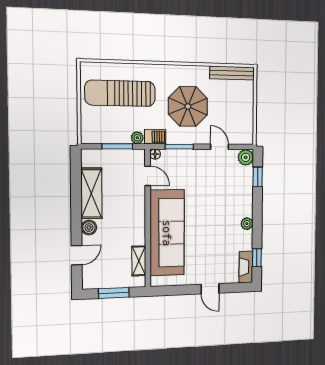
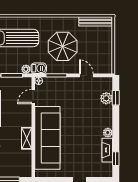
plant: (246, 157) -> (106, 98), moved
door: (148, 176) -> (33, 96), swing flipped
shelving: (139, 261) -> (27, 138), moved
fireplace: (246, 267) -> (107, 150), moved

